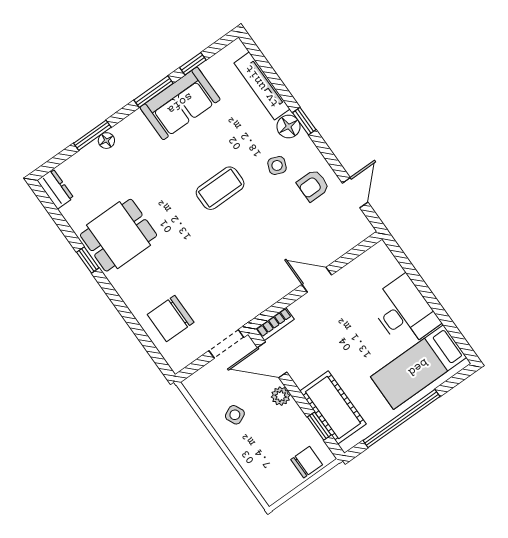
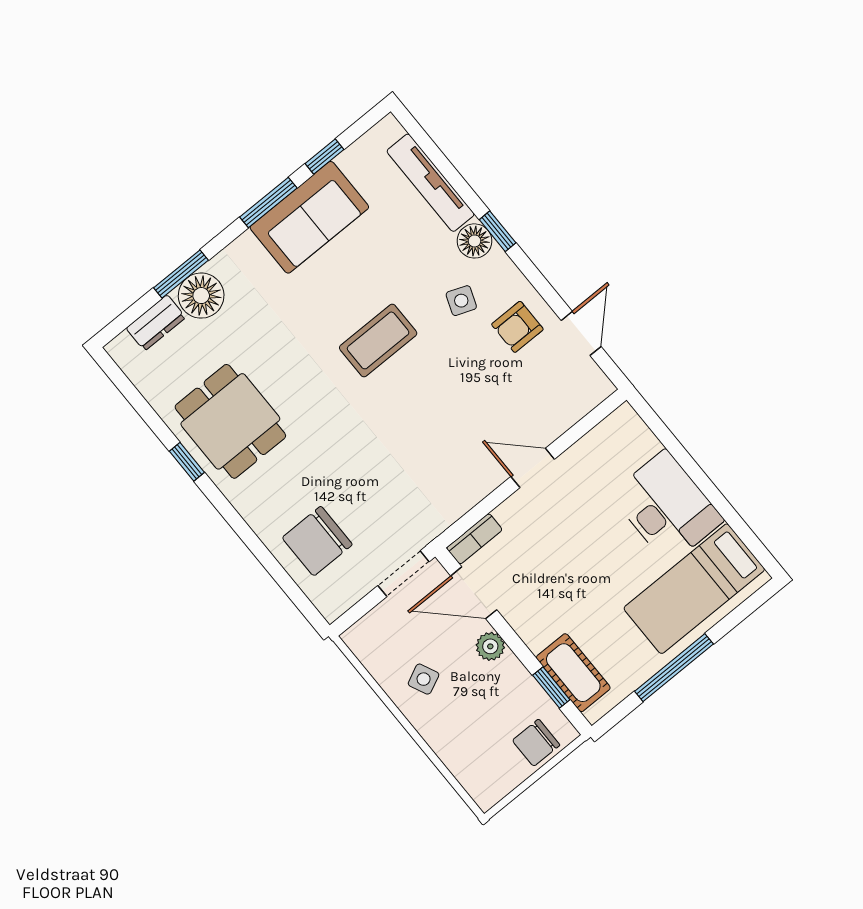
floor lamp: (106, 141) -> (201, 296), width x1.89, depth x1.89
dresser: (55, 189) -> (156, 323), moved, turned 90
dining table: (118, 235) -> (230, 421), turned 90
cot: (333, 407) -> (573, 673), width x0.73, depth x0.75
window: (401, 419) -> (674, 668), width x0.68
chair: (307, 462) -> (536, 743), turned 180

